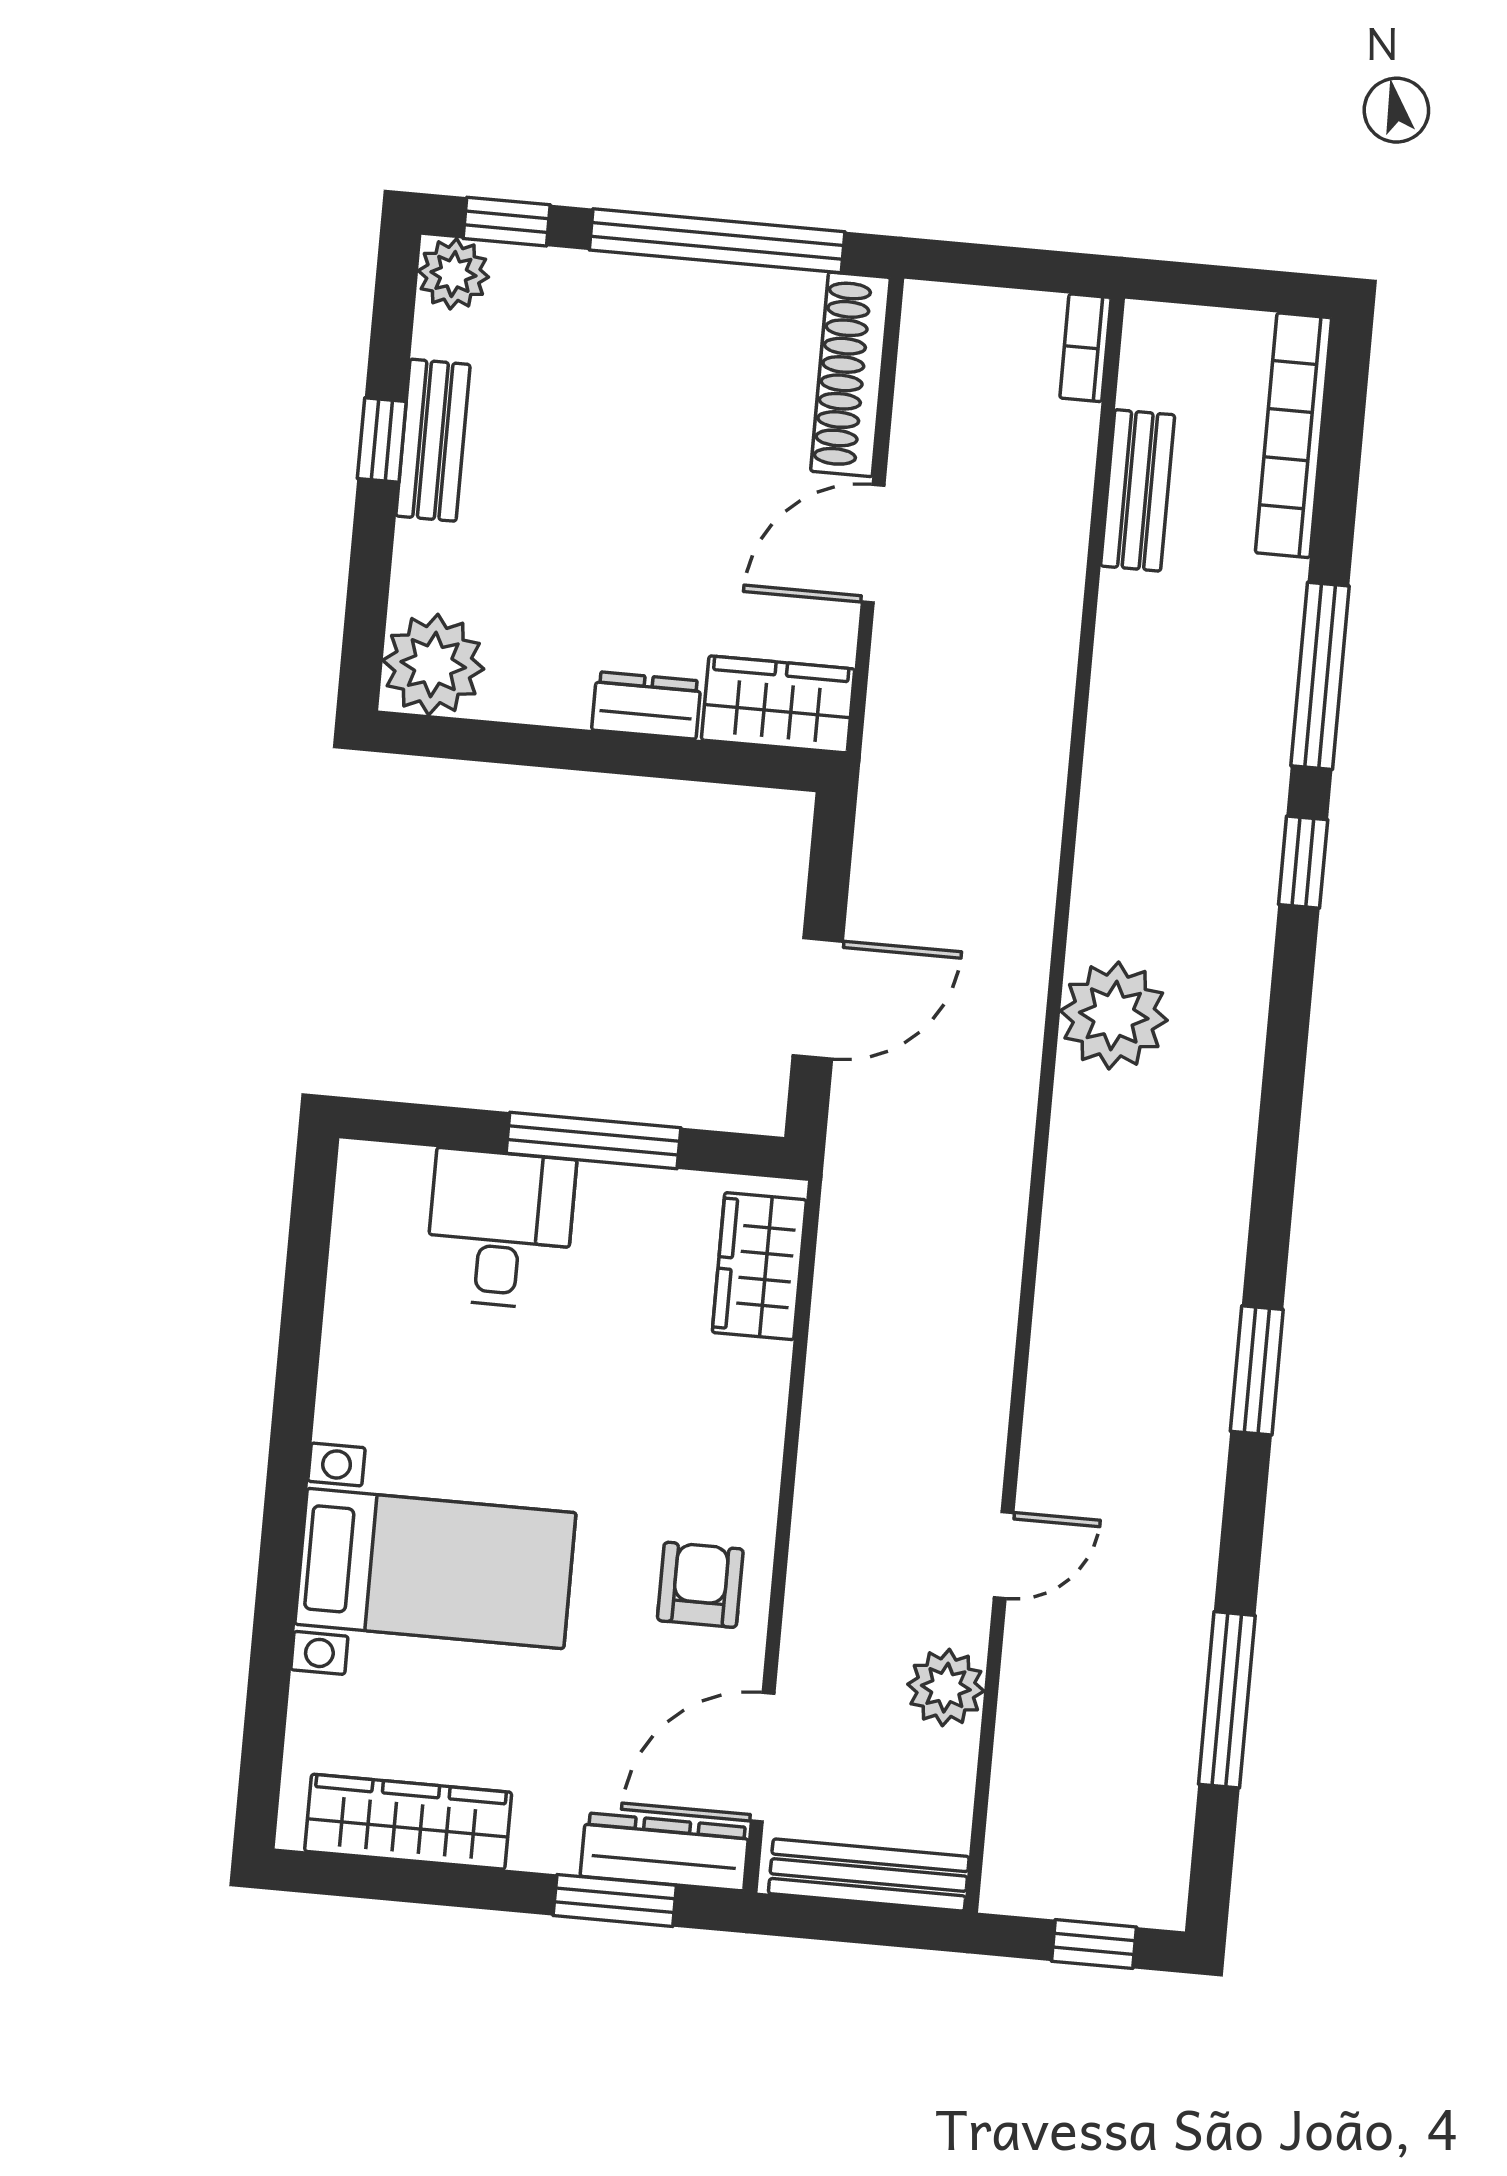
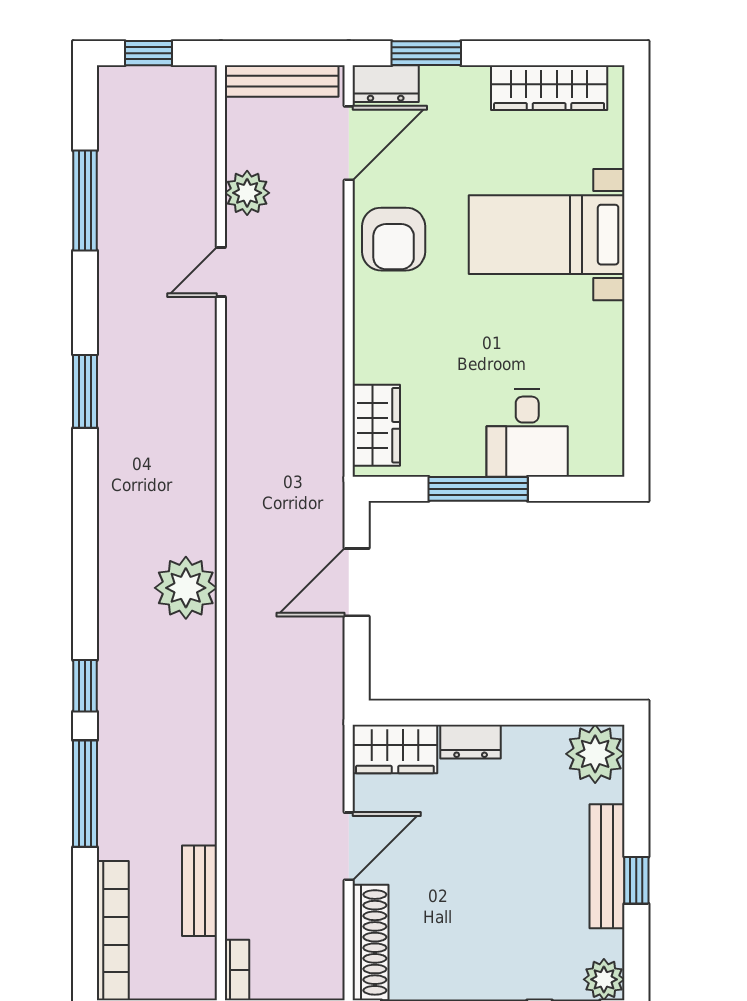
bench: (433, 440) -> (607, 866), width x1.36
armchair: (700, 1585) -> (394, 239), width x1.38, depth x1.38
dresser: (665, 1852) -> (386, 84), width x0.70

